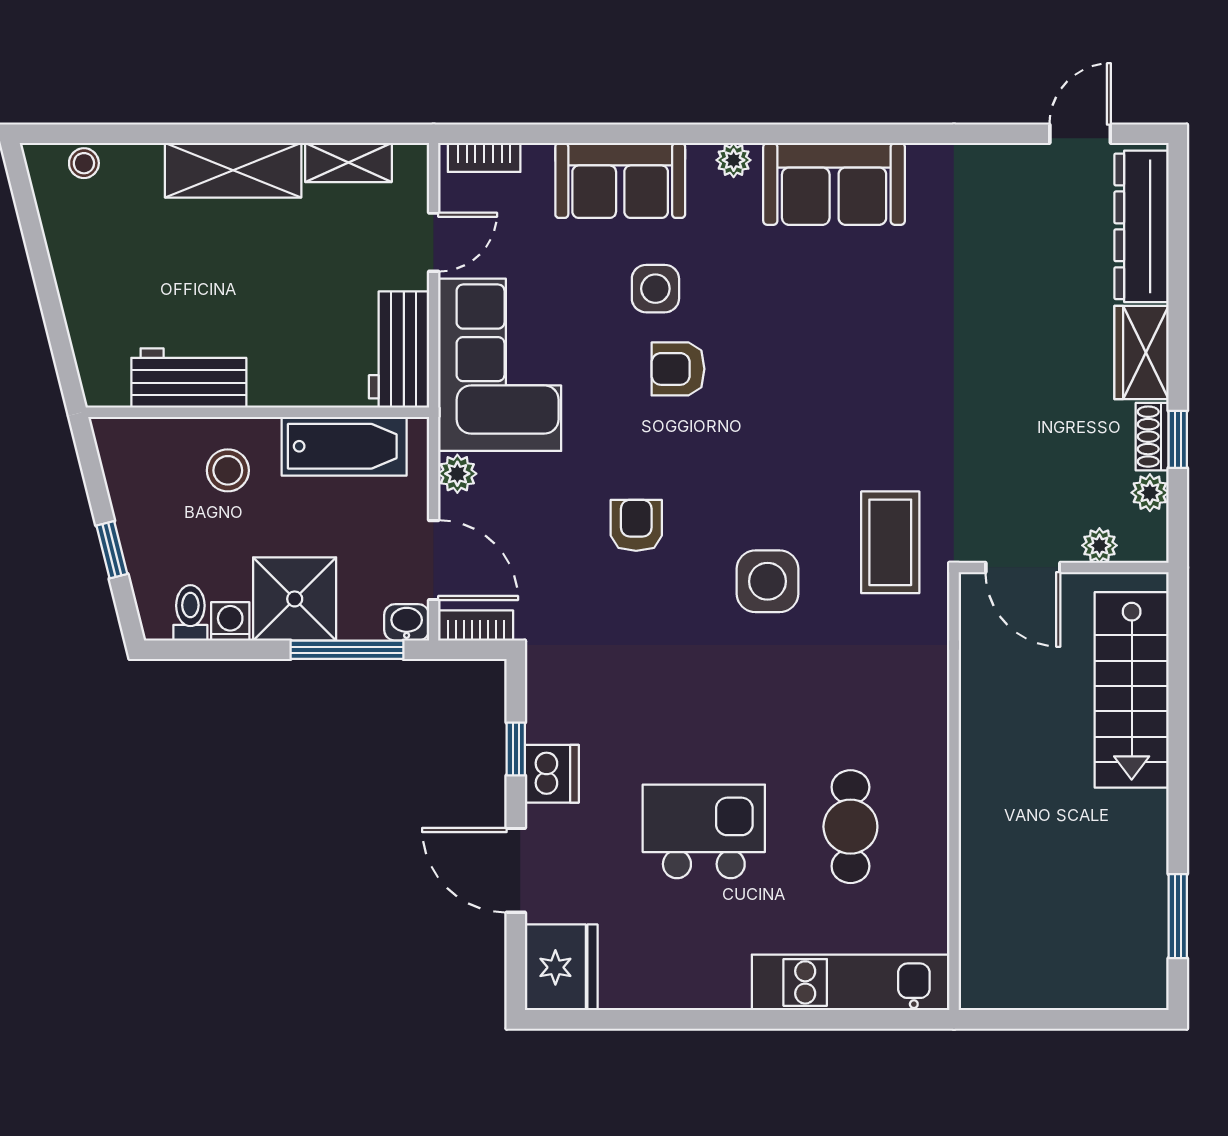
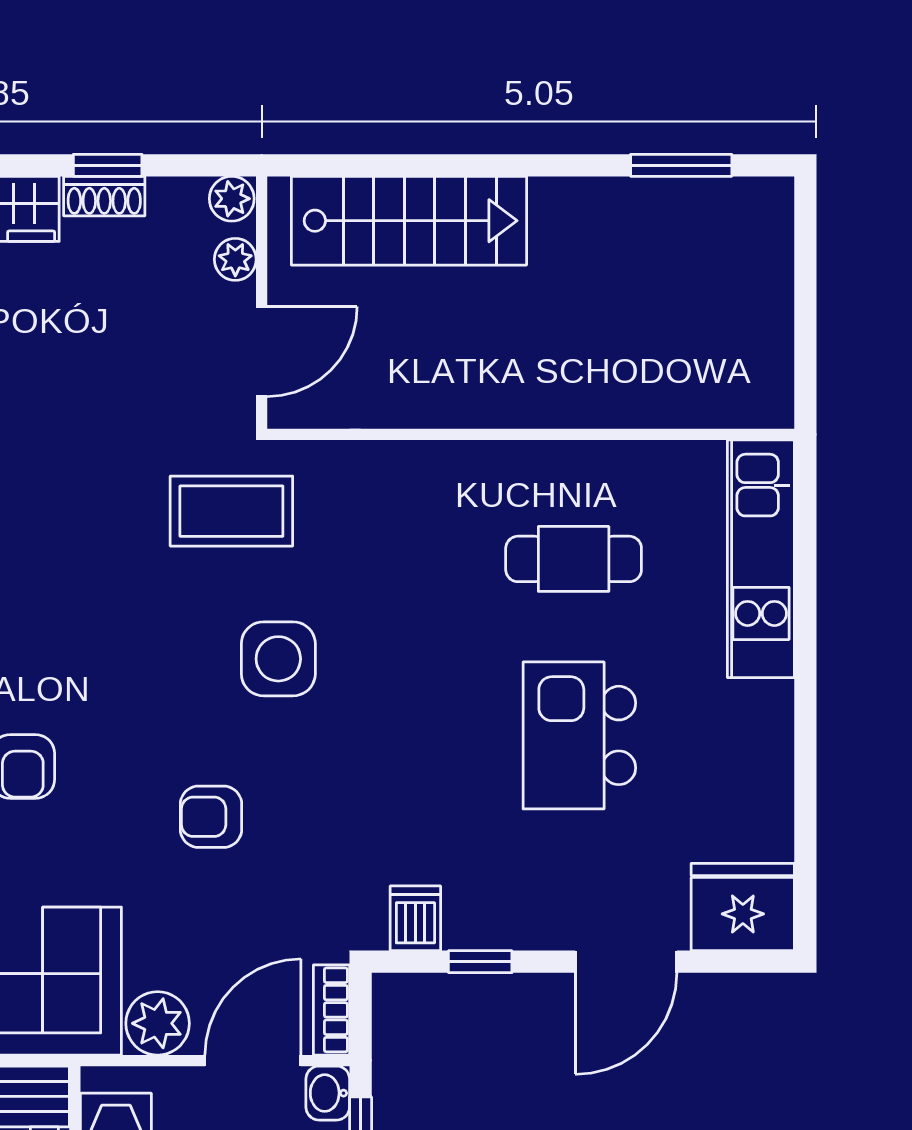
plant: (457, 474) -> (158, 1023), width x1.38, depth x1.38
plant: (1150, 493) -> (232, 199), moved
dishwasher: (552, 774) -> (415, 918), moved, width x0.73

